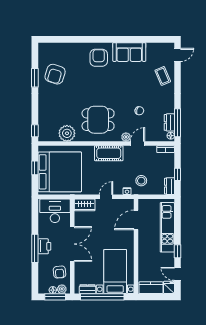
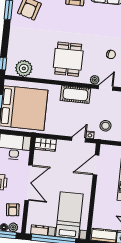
dining table: (98, 120) -> (68, 59), turned 90
plant: (67, 133) -> (24, 68), moved
door: (106, 197) -> (79, 139), moved

